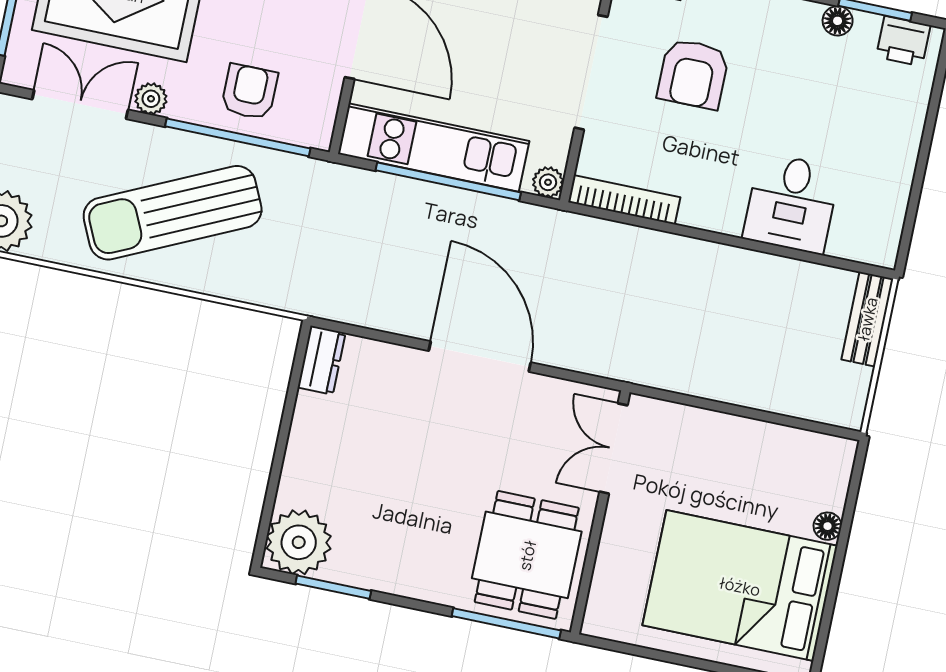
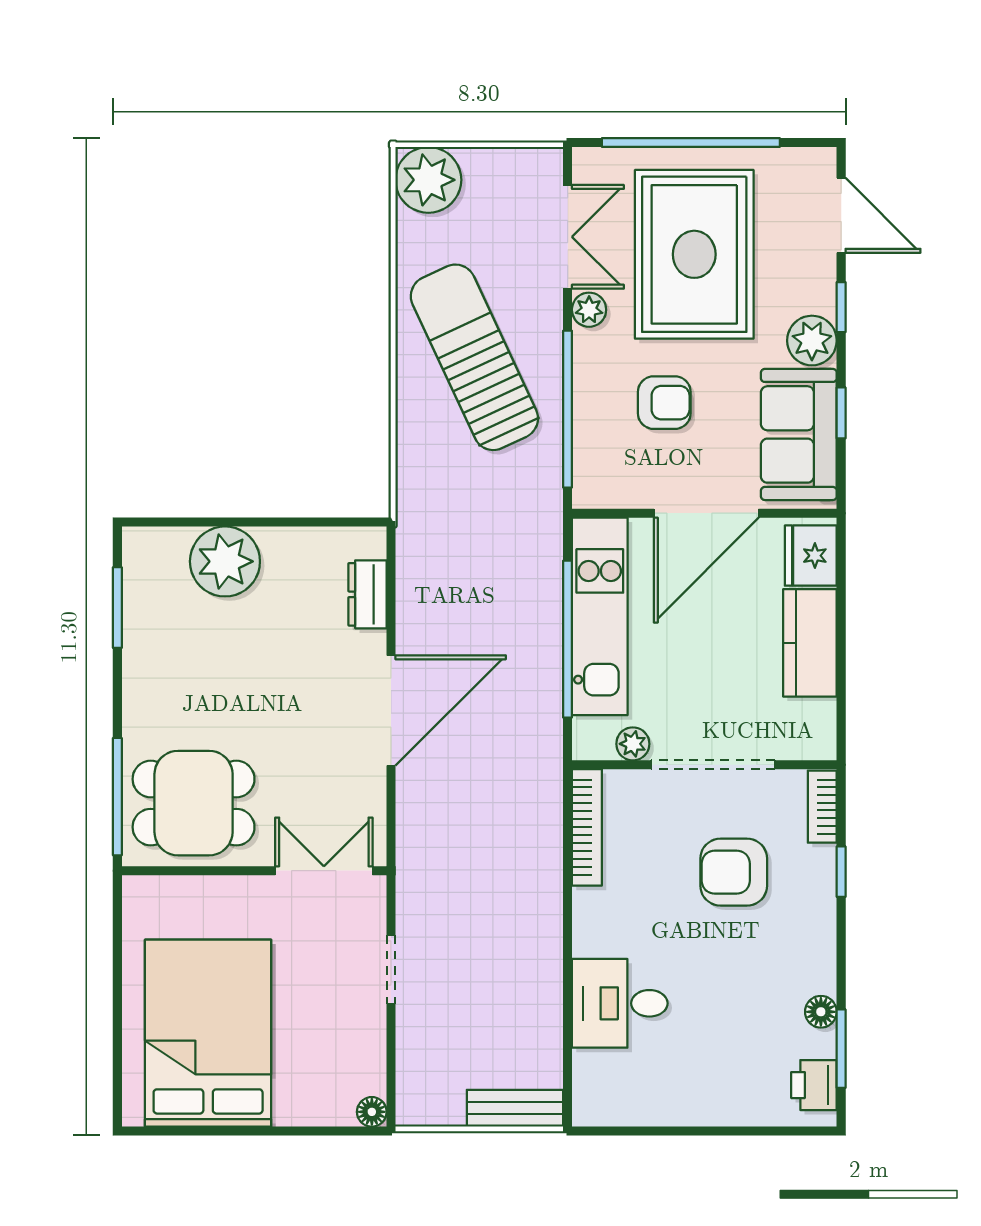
armchair: (249, 92) -> (664, 403), moved
plant: (548, 182) -> (633, 744), moved
dresser: (322, 360) -> (367, 594), moved, turned 90
doorway: (717, 406) -> (391, 970), added
floor lamp: (828, 526) -> (372, 1112), moved
plant: (299, 542) -> (225, 561), moved

